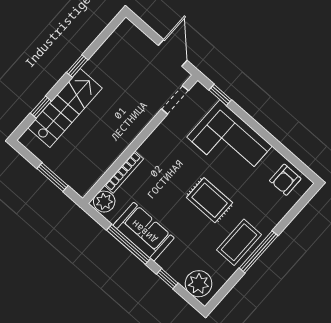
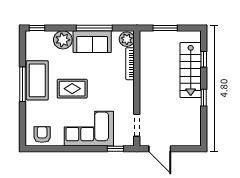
coffee table: (239, 242) -> (37, 80), width x1.36, depth x1.32
window: (167, 279) -> (37, 28), moved
plant: (199, 284) -> (63, 40), moved

